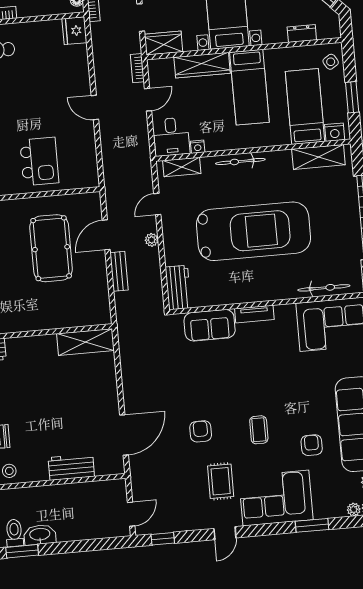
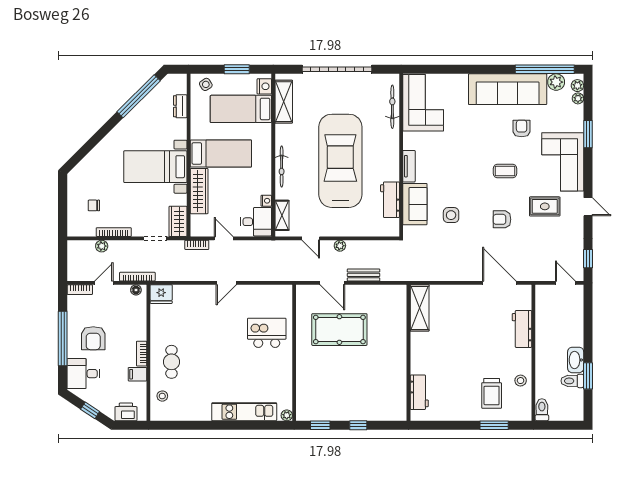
workbench: (178, 287) -> (390, 200), moved, turned -90
side table: (200, 370) -> (451, 215), added
armchair: (312, 445) -> (522, 128), turned 90

